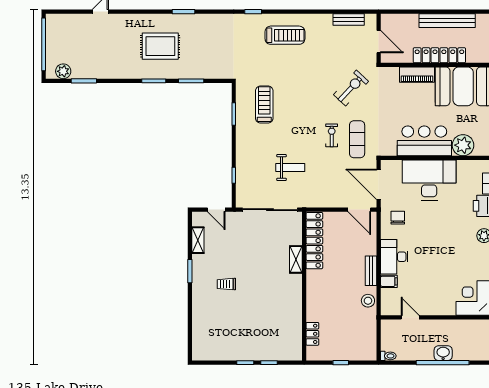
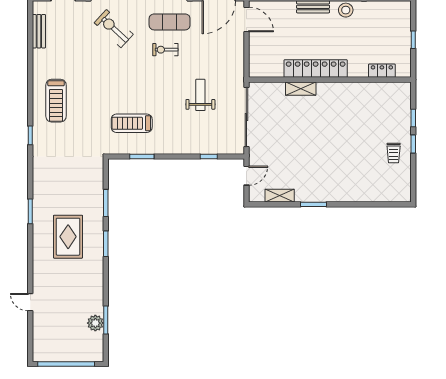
treadmill: (285, 35) -> (56, 101), turned 180
plant: (63, 71) -> (95, 323), moved
door: (359, 210) -> (246, 19), hinge flipped
locker: (314, 241) -> (316, 69), moved
trolley: (226, 284) -> (394, 153), moved

